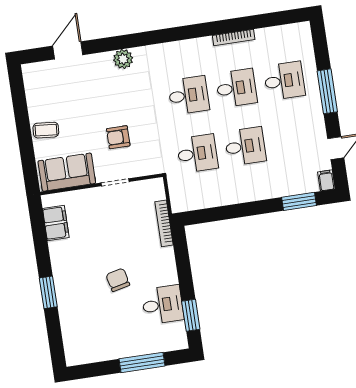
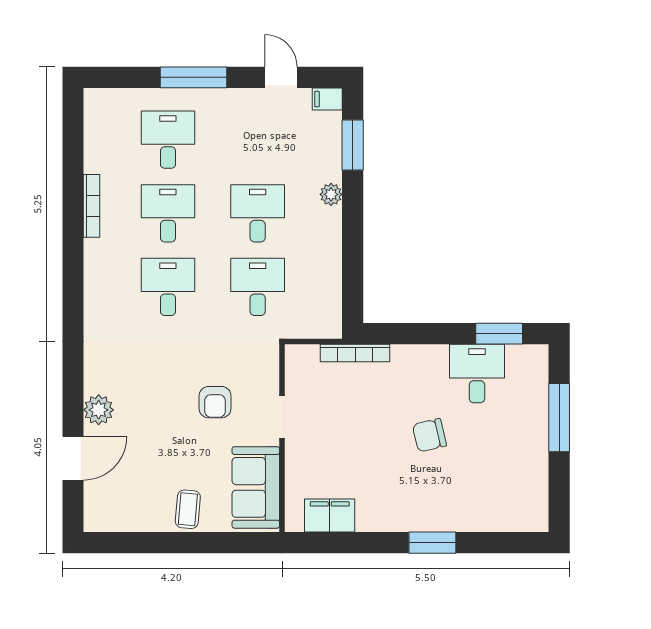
door: (68, 50) -> (73, 458), swing flipped
plant: (123, 59) -> (99, 410), moved
plant: (265, 192) -> (331, 194), added

